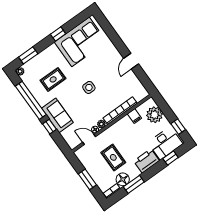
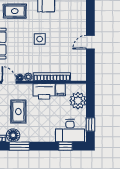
printer: (146, 161) -> (44, 91), moved, turned 180

